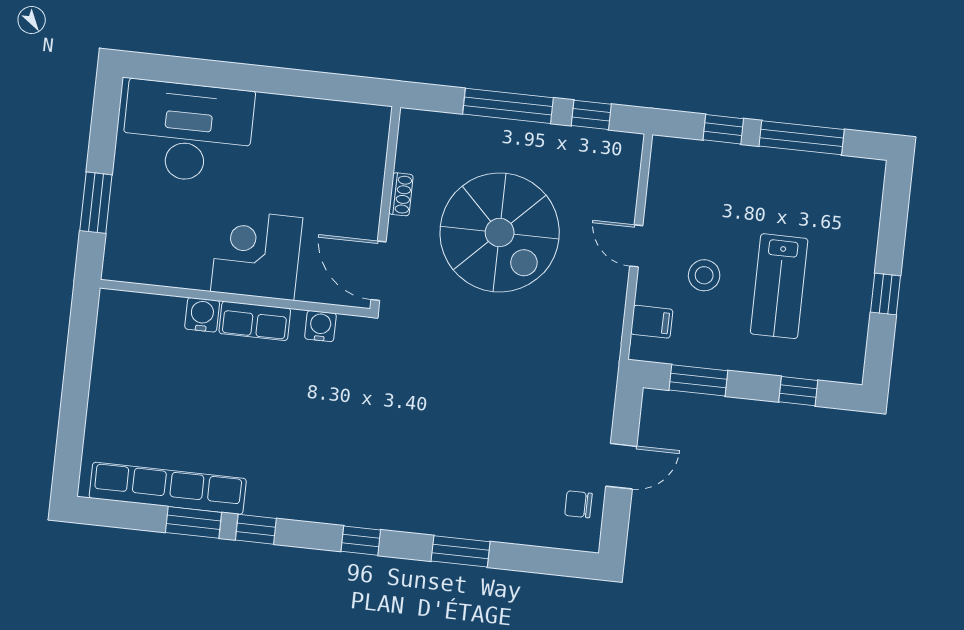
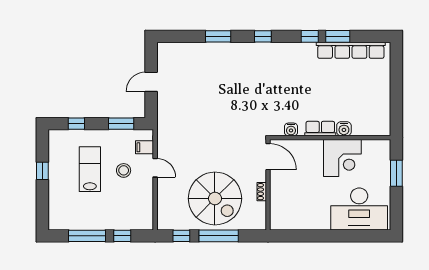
spiral stairs: (500, 232) -> (215, 198), moved, turned 180
door: (636, 246) -> (155, 168), moved
corner desk: (257, 255) -> (342, 158), moved
chair: (578, 504) -> (168, 63), removed

